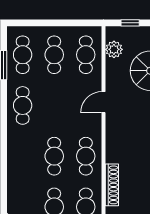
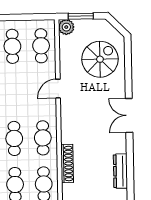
window: (130, 23) -> (81, 16), width x1.50
plant: (114, 49) -> (66, 27), moved

